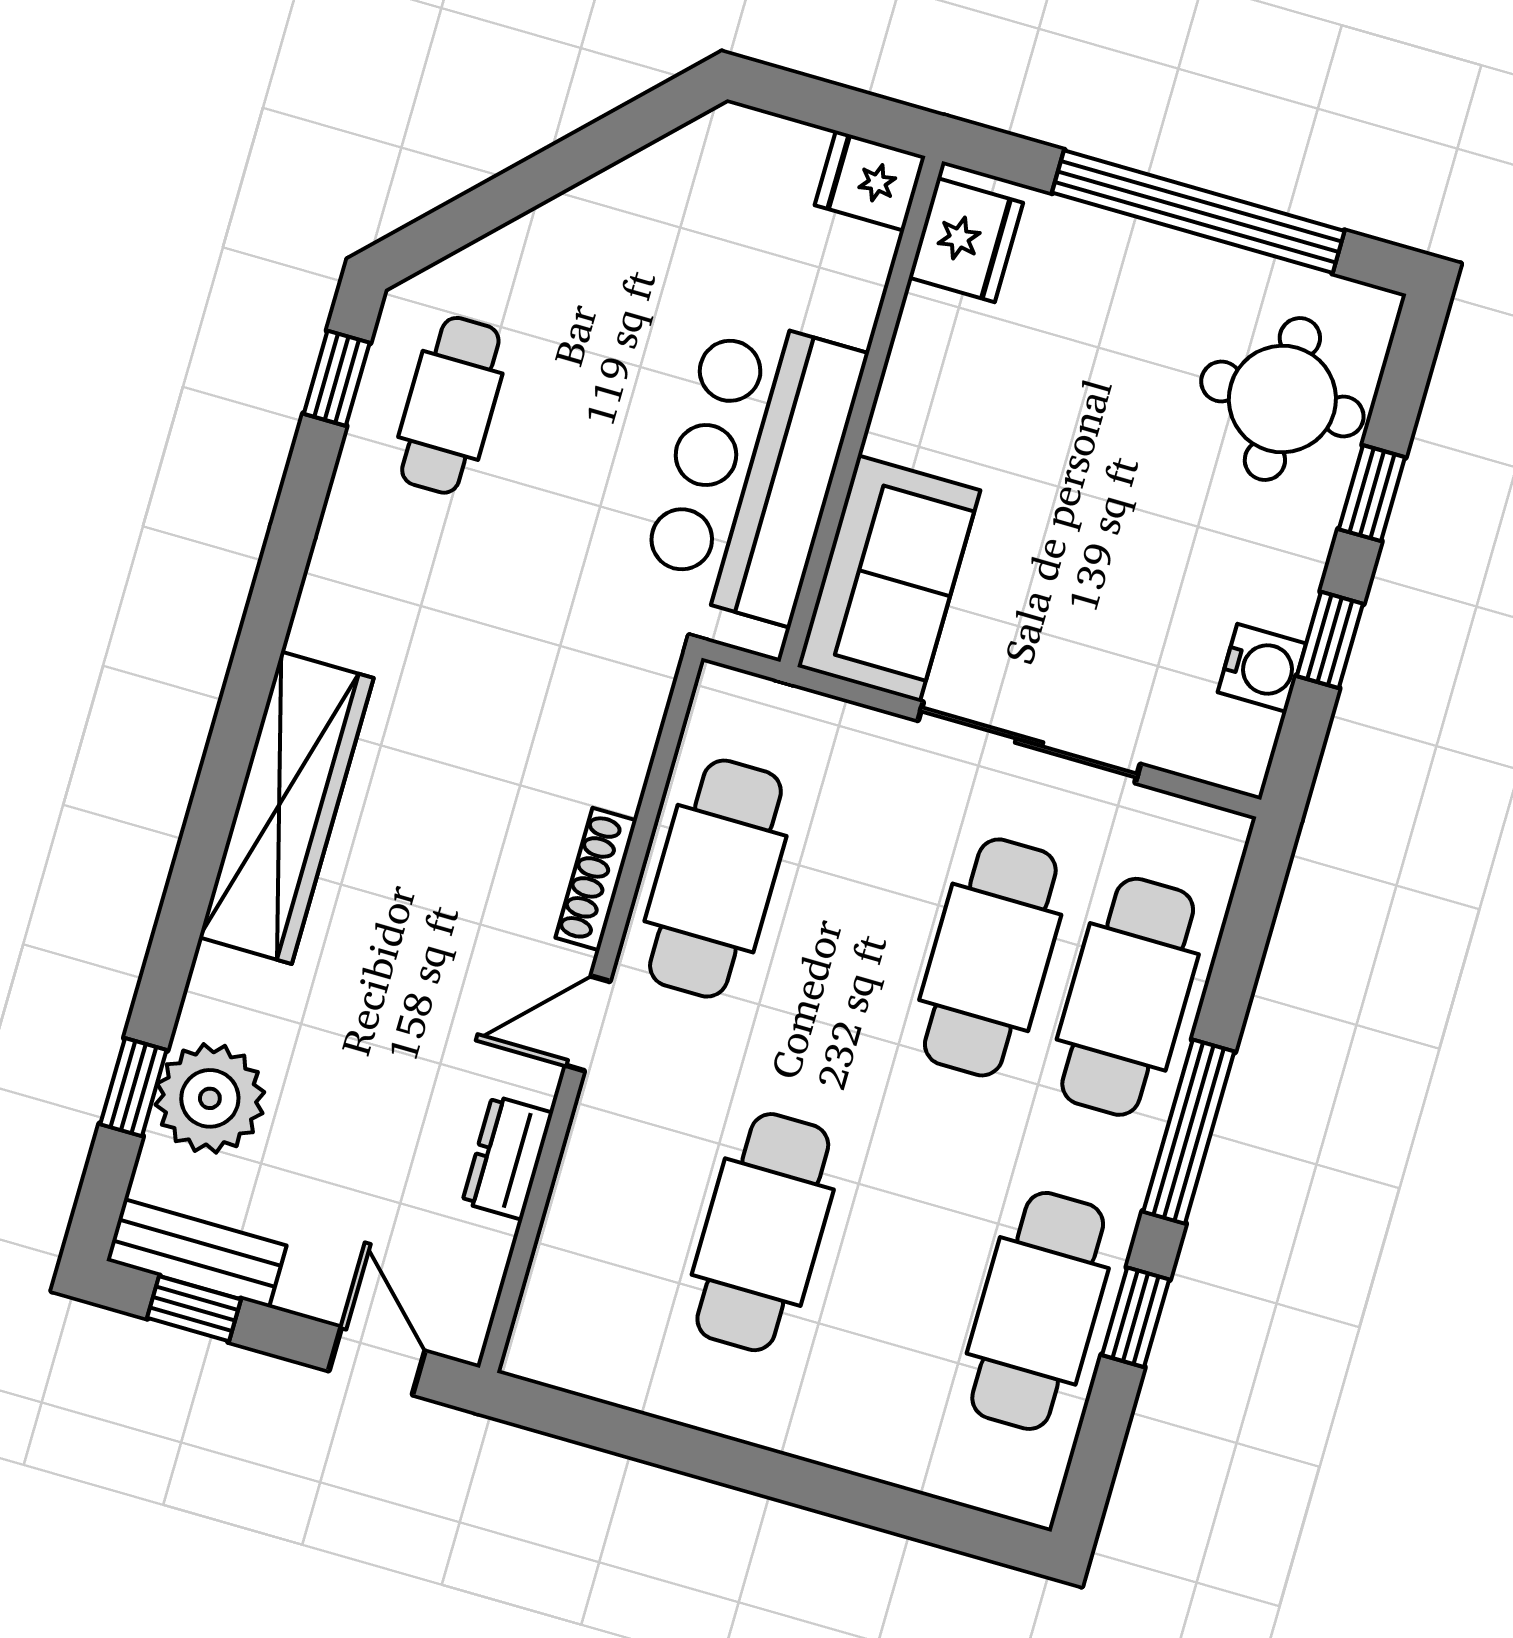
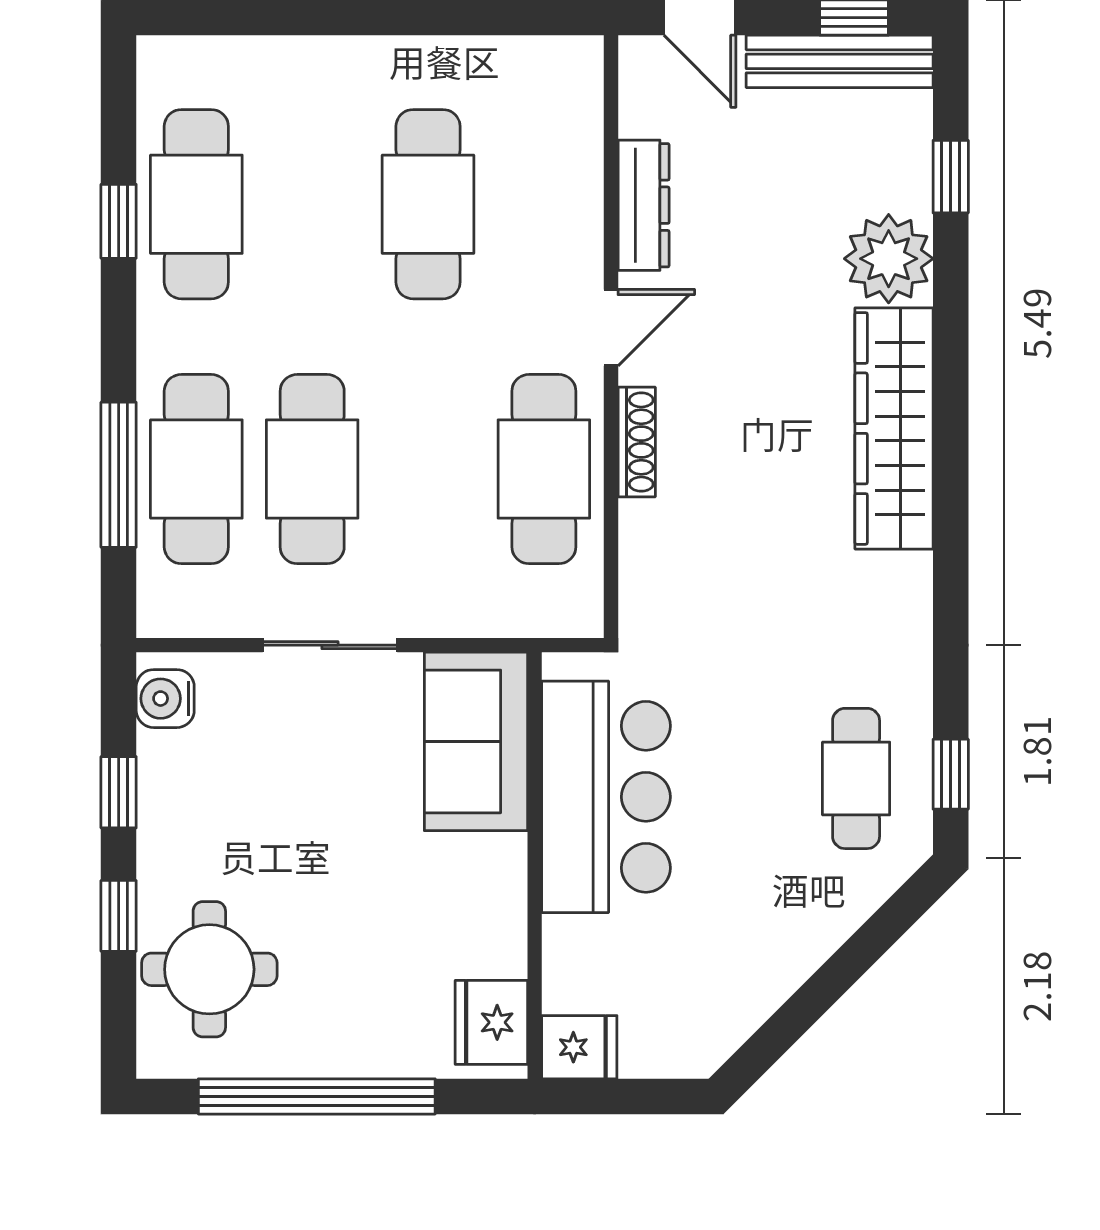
water cooler: (1262, 668) -> (165, 699), moved
sliding door: (1029, 742) -> (330, 645), width x0.73
plant: (210, 1098) -> (889, 259), moved
window: (1189, 1132) -> (119, 475), moved
dresser: (507, 1158) -> (644, 205), width x1.44
bench: (196, 1253) -> (840, 61), width x1.36

